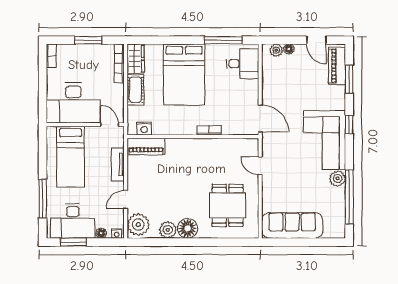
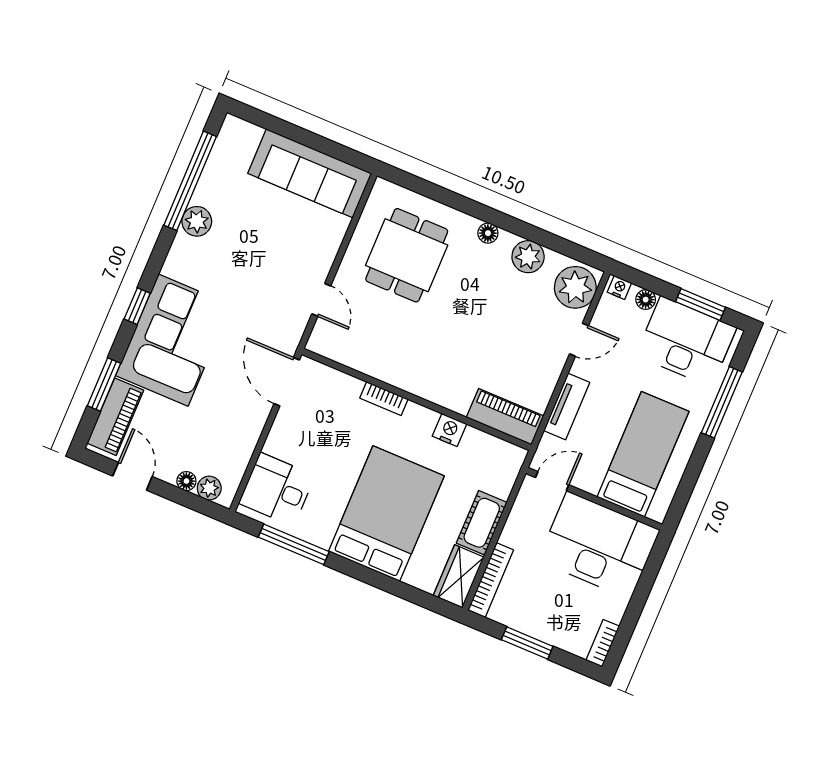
door: (109, 125) -> (552, 481), swing flipped
nightstand: (144, 129) -> (450, 430), moved
corner sofa: (324, 140) -> (173, 340), moved
floor lamp: (188, 228) -> (488, 233), width x0.53, depth x0.53

